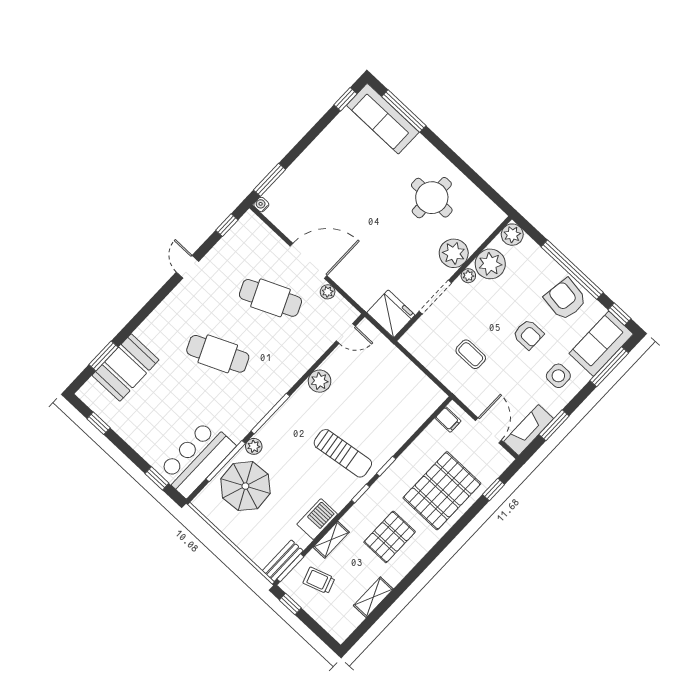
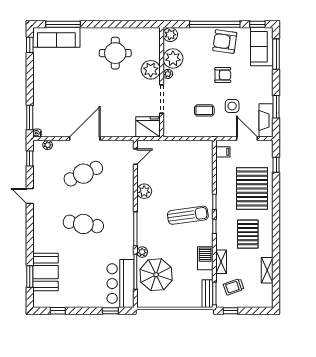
plant: (328, 292) -> (48, 145), moved
cafe table: (218, 354) -> (83, 224), turned 33
side table: (558, 376) -> (232, 106), moved

